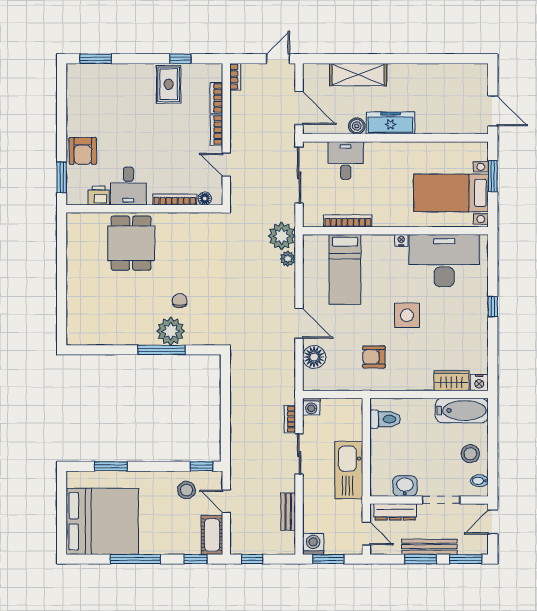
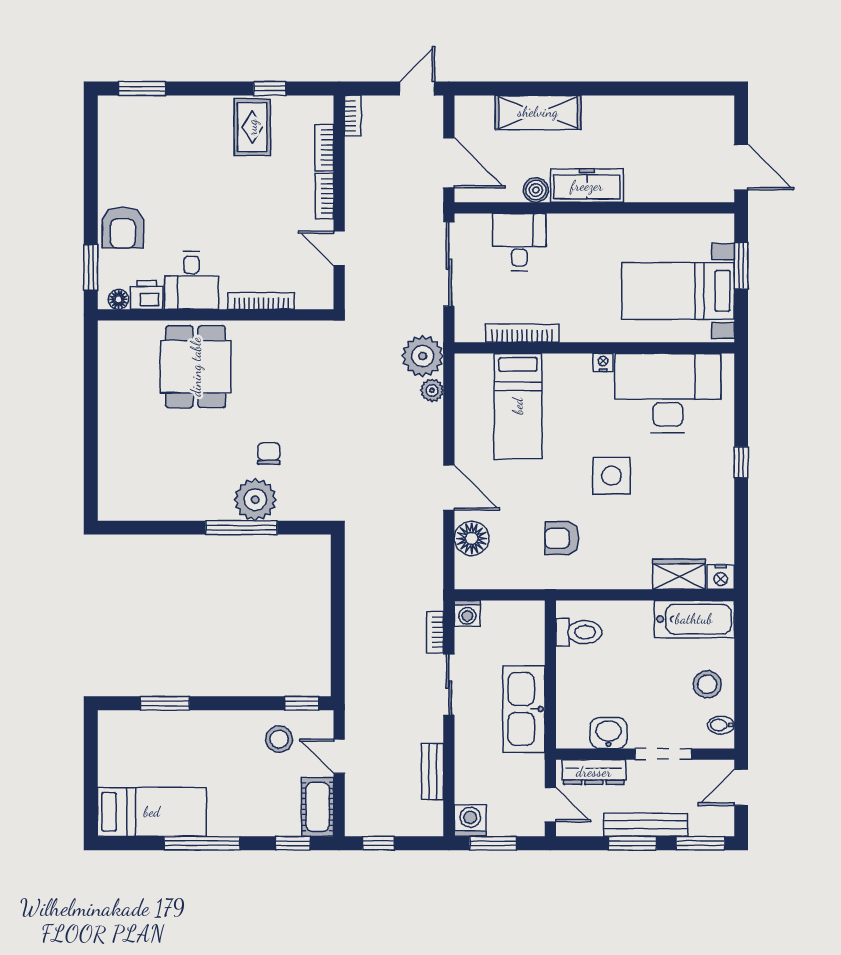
floor lamp: (205, 199) -> (118, 299), moved
bed: (102, 521) -> (152, 812), width x0.49

